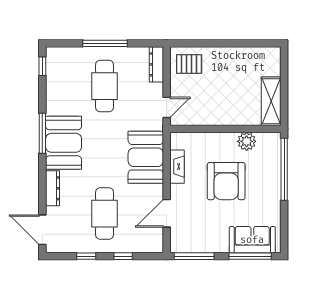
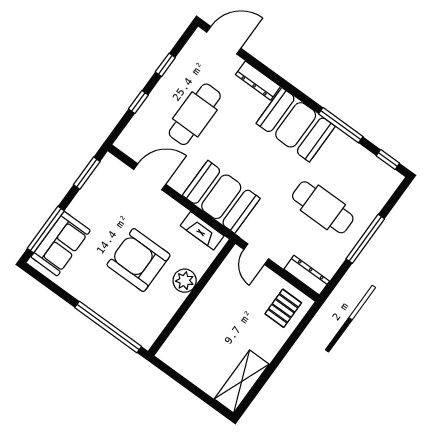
shelving: (271, 101) -> (242, 382), moved, turned 90
window: (42, 133) -> (341, 125), moved
plant: (247, 141) -> (185, 281), moved
fireplace: (177, 167) -> (202, 231), moved
door: (167, 213) -> (150, 177), hinge flipped
cafe table: (105, 214) -> (195, 114), turned 90
window: (194, 256) -> (87, 173), width x0.69

